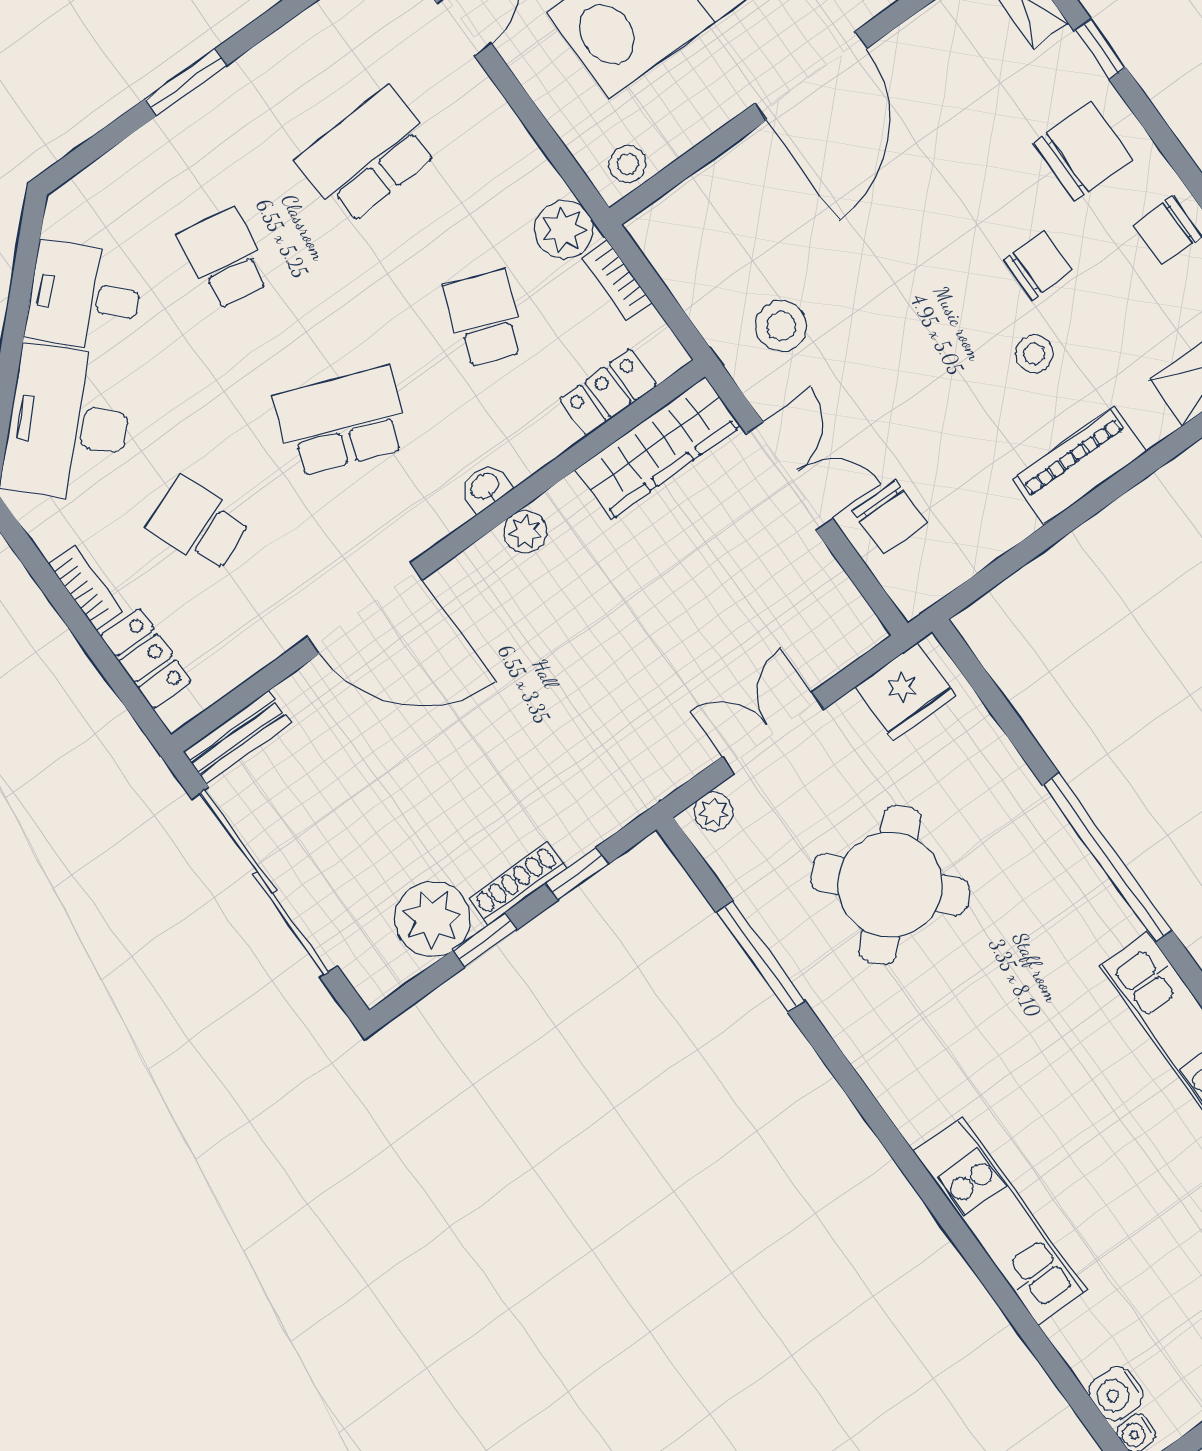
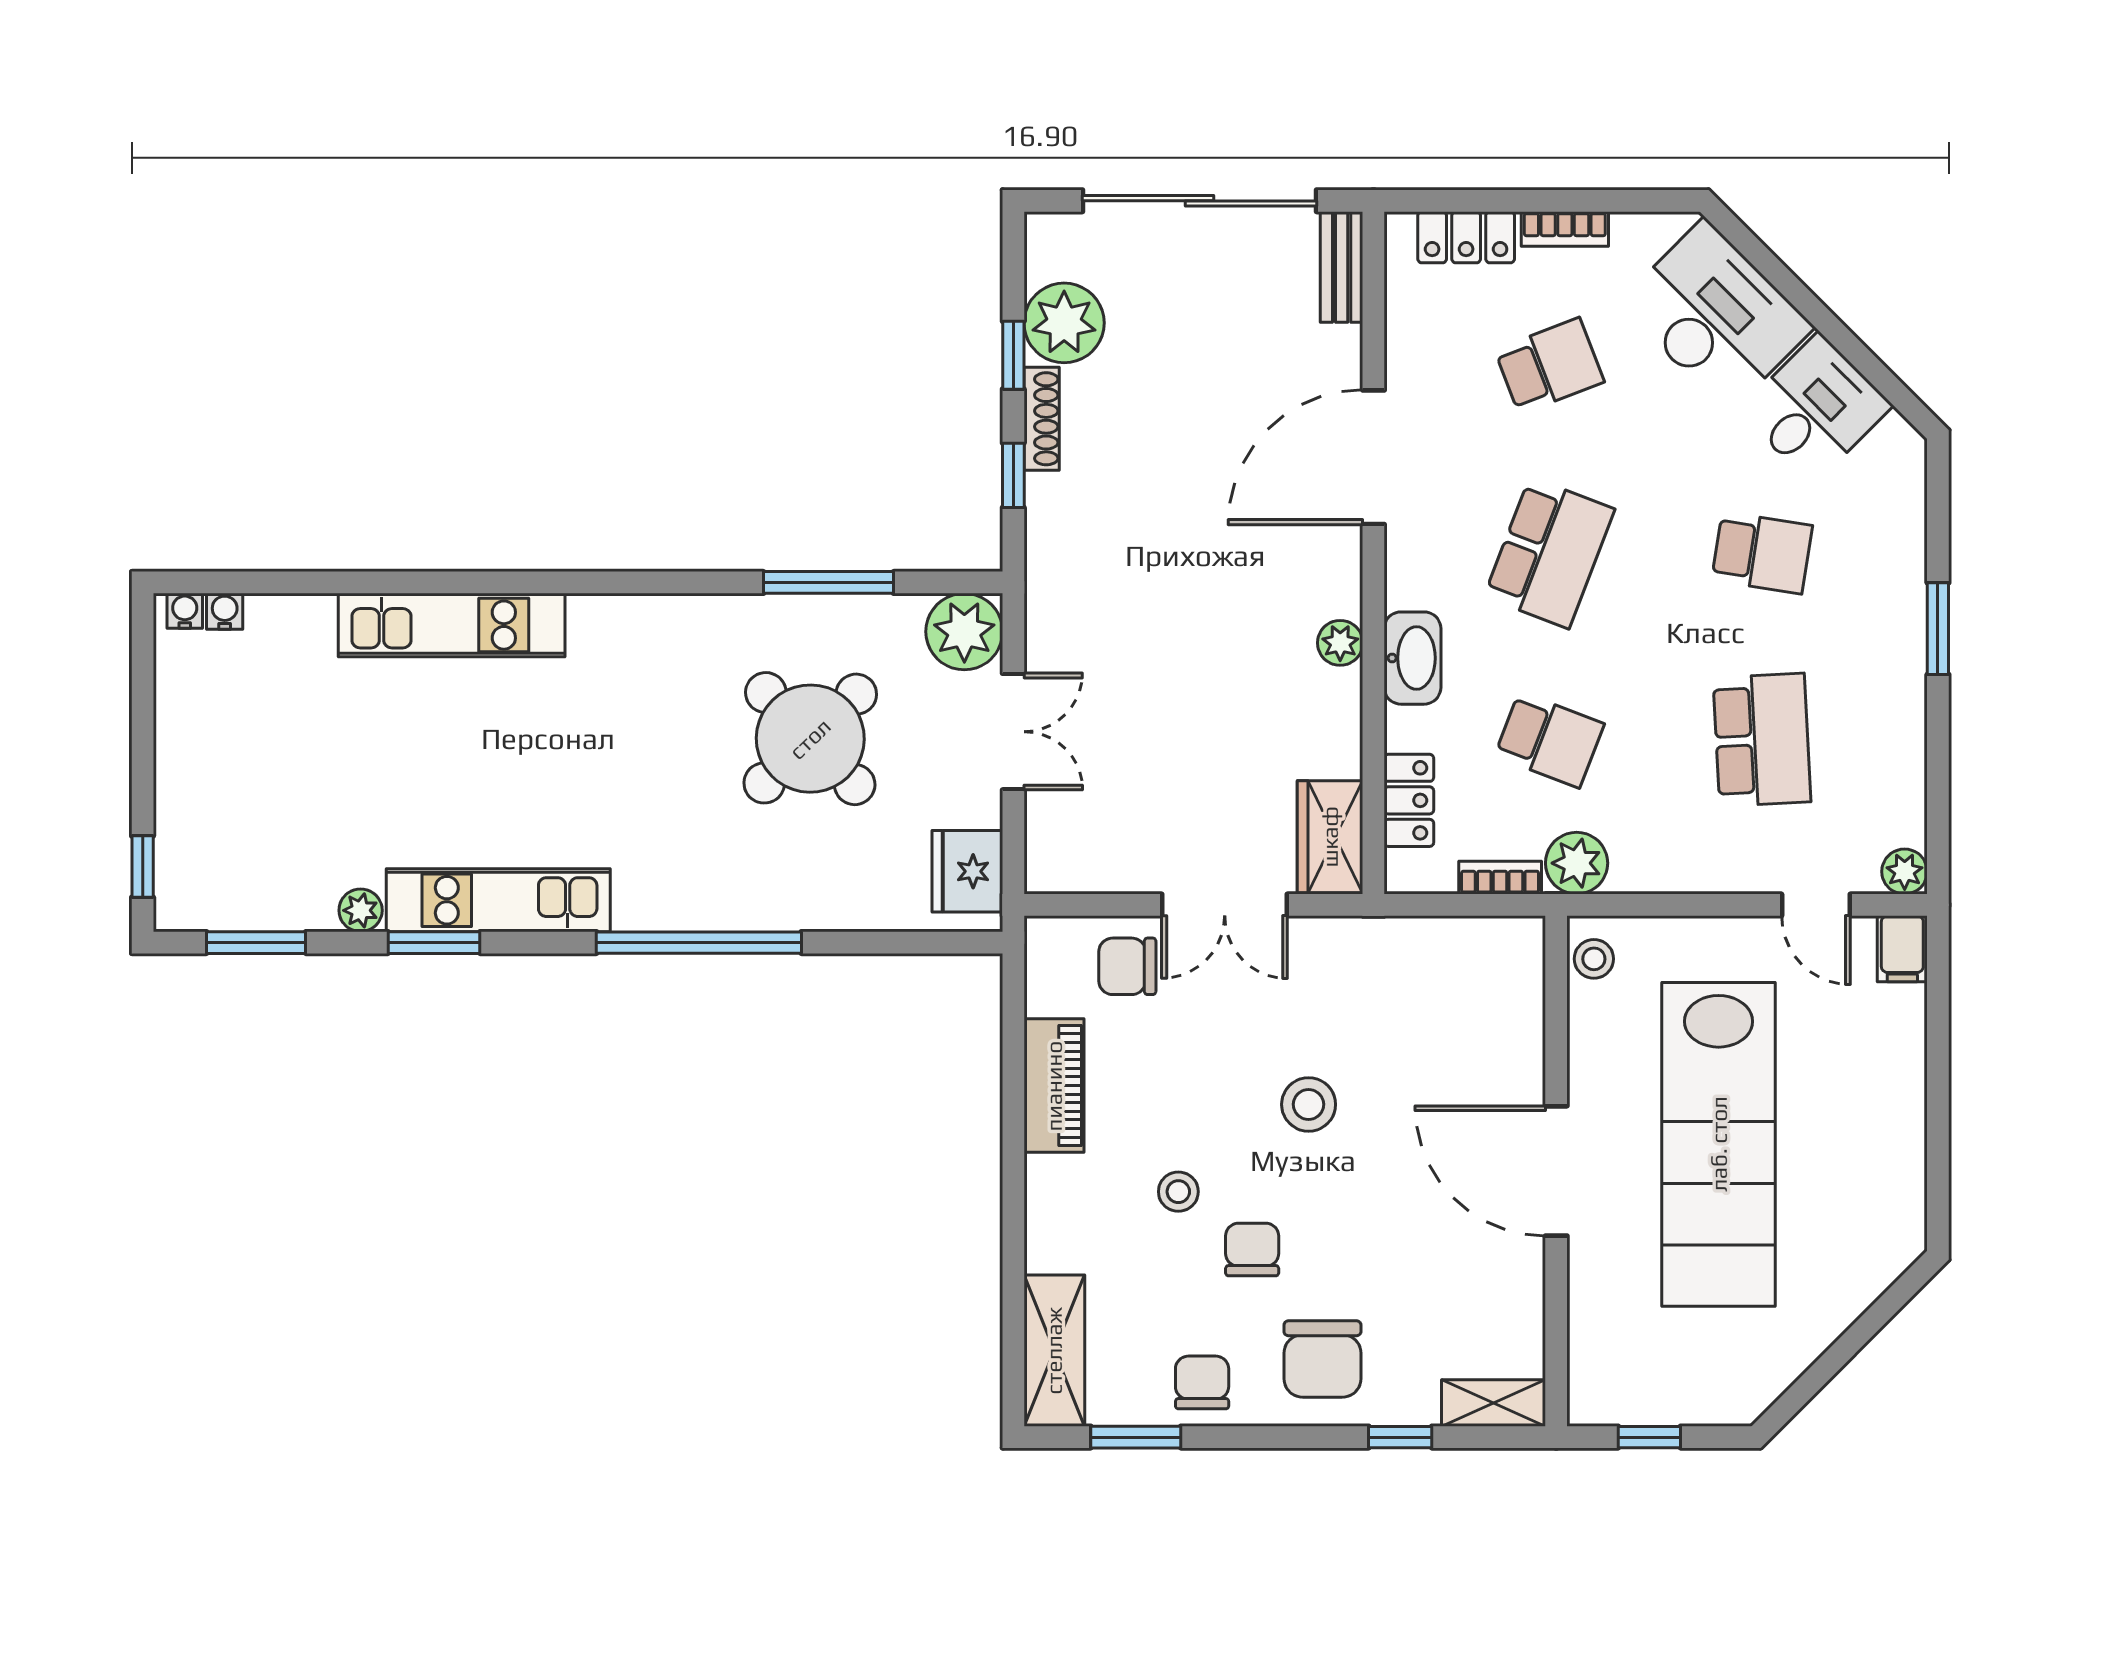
chair: (1038, 266) -> (1252, 1250), turned 180
stool: (781, 326) -> (1309, 1104), moved
wardrobe: (658, 448) -> (1330, 837), width x0.67
piano: (1080, 465) -> (1054, 1086), moved
washbasin: (485, 487) -> (1412, 658), width x1.91, depth x1.45
plant: (714, 812) -> (964, 632), width x1.87, depth x1.87
water cooler: (1116, 1394) -> (225, 611), width x0.72, depth x0.72

